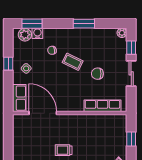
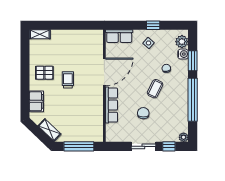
window: (32, 24) -> (193, 61), moved
window: (84, 24) -> (193, 100), width x2.11
row of seats: (102, 106) -> (112, 105), moved
door: (43, 113) -> (104, 72), moved
window: (131, 139) -> (79, 146), width x2.17

